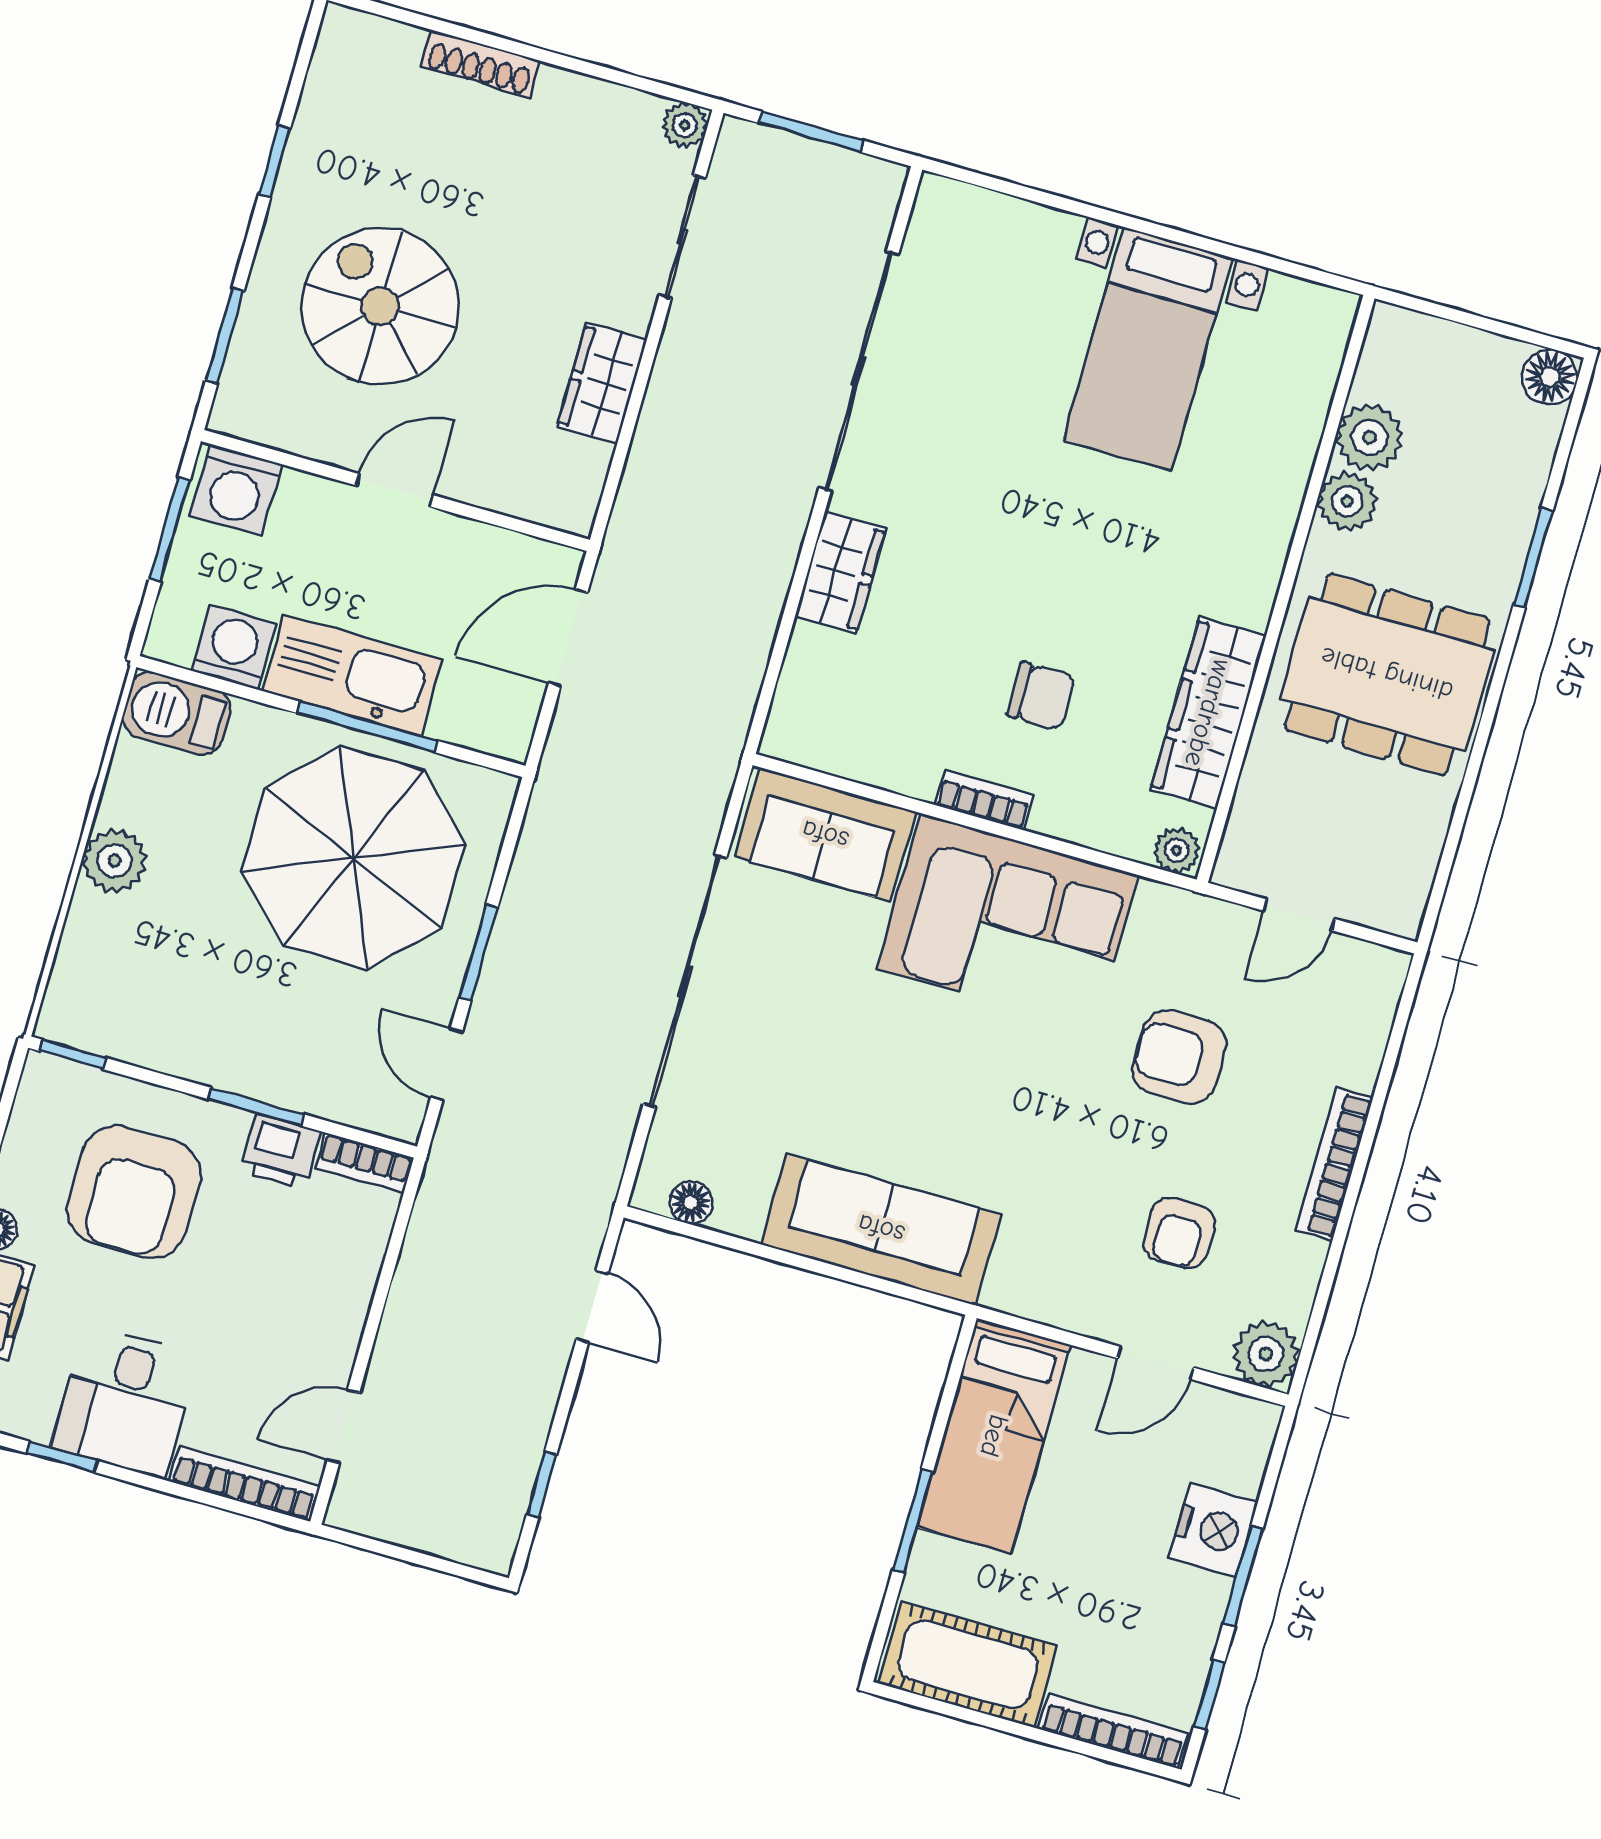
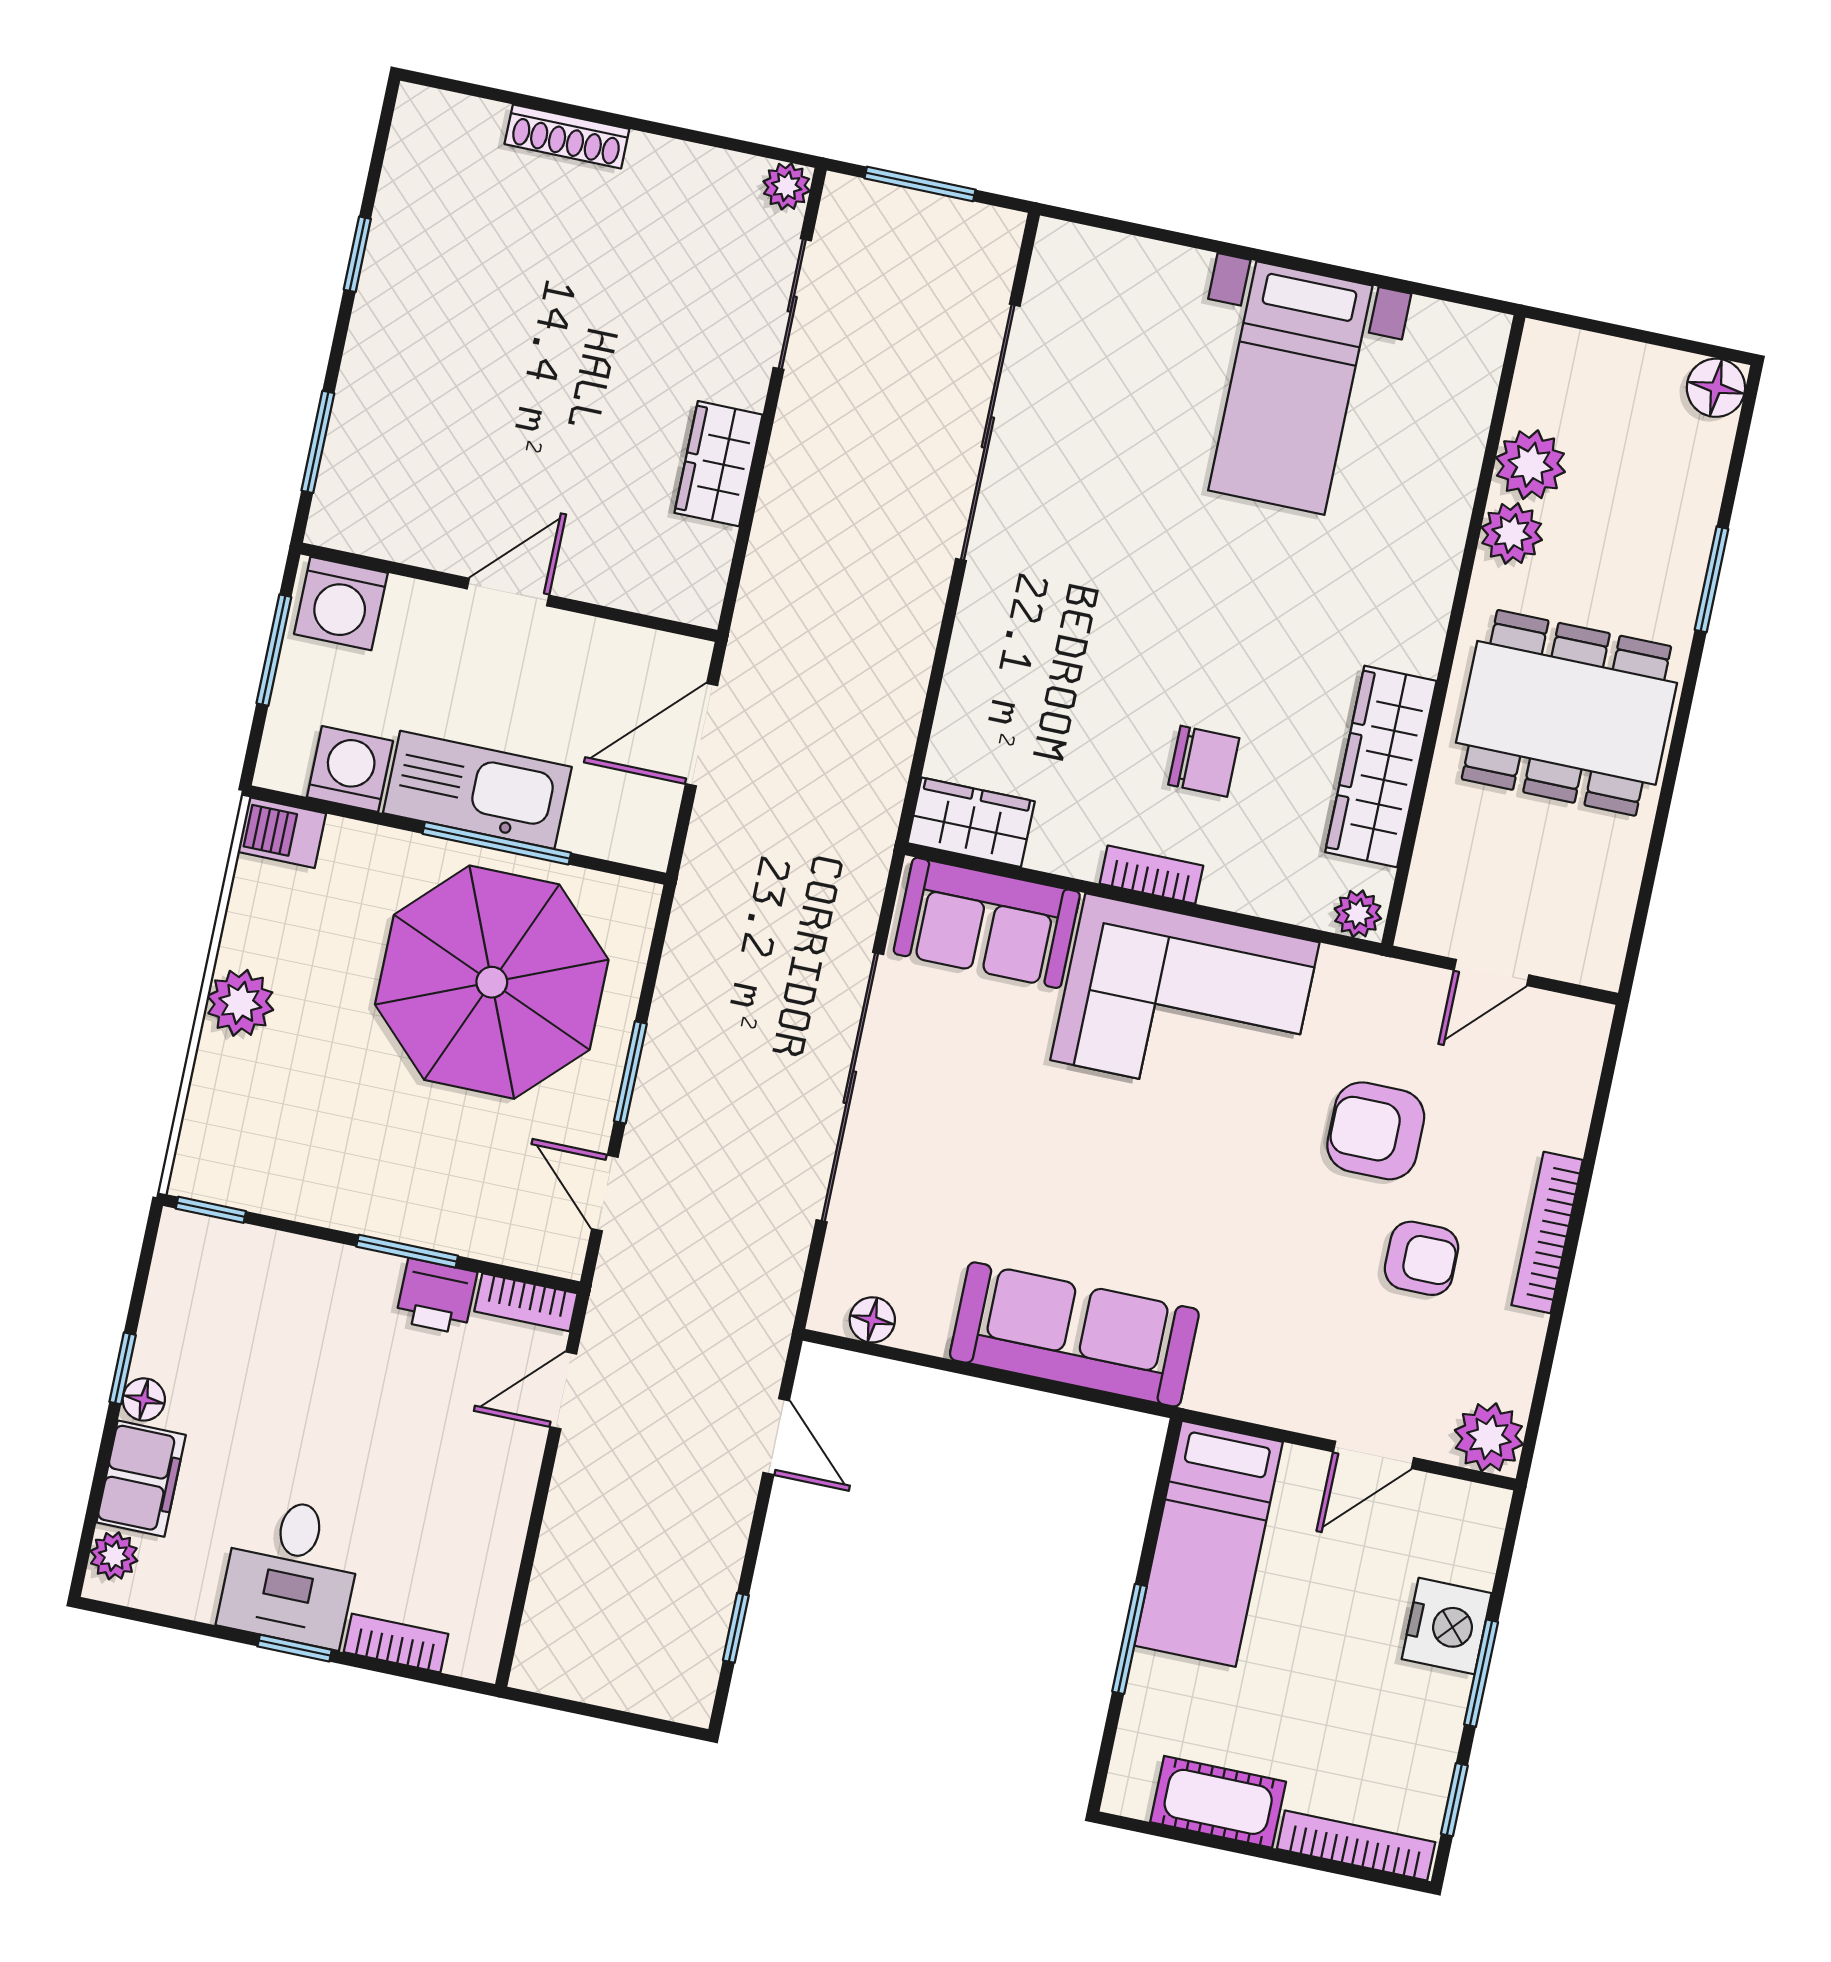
spiral stairs: (380, 306) -> (479, 399), removed
wardrobe: (841, 572) -> (971, 822), moved, turned -90
barbecue: (177, 713) -> (282, 833), width x0.73, depth x0.79
armchair: (134, 1192) -> (285, 1350), removed
armchair: (1179, 1233) -> (1421, 1258), moved, turned -90
door: (343, 1427) -> (563, 1390), moved
window: (62, 1457) -> (295, 1648), moved
bookcase: (245, 1484) -> (396, 1643), width x0.64
cot: (968, 1664) -> (1218, 1802), width x0.73, depth x0.75

